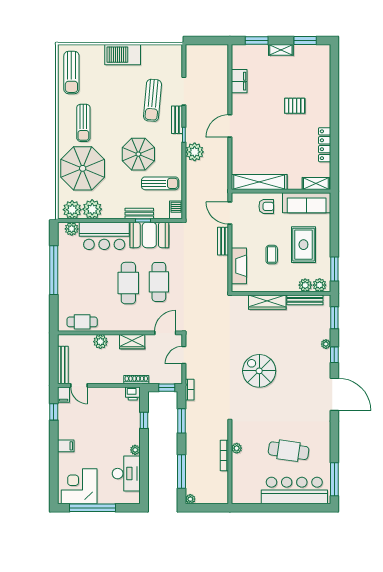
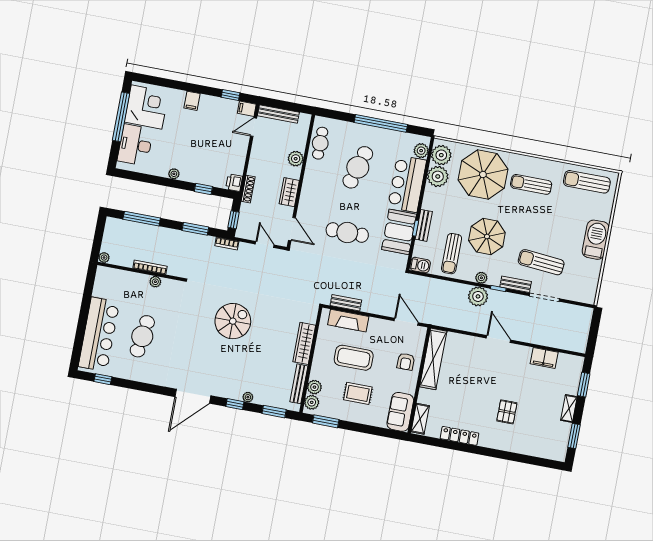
plant: (177, 152) -> (481, 278), added
sofa: (307, 203) -> (400, 412), width x0.73
door: (230, 213) -> (406, 322), hinge flipped
bench: (223, 241) -> (346, 303), moved
rug: (303, 245) -> (358, 393), width x0.73, depth x0.70
coffee table: (272, 255) -> (354, 358), width x1.86, depth x1.72
cafe table: (128, 283) -> (358, 167), moved, turned -73
desk: (126, 474) -> (135, 145), moved, turned 90
window: (334, 479) -> (103, 379), width x0.46
plant: (190, 499) -> (104, 258), moved

